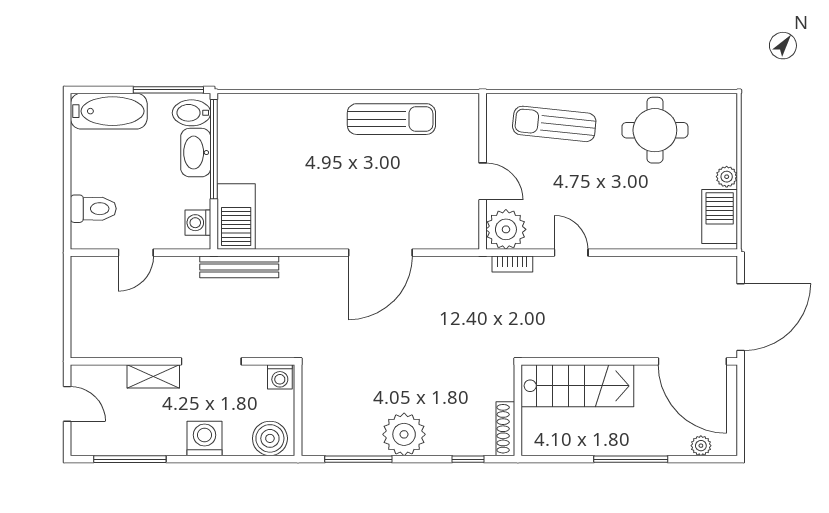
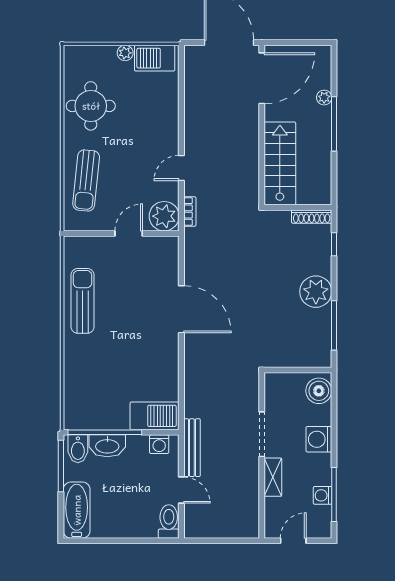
toilet: (93, 209) -> (169, 522), moved
bench: (239, 267) -> (192, 448), moved
washing machine: (280, 377) -> (323, 495), moved, turned 180
plant: (701, 446) -> (324, 98), moved

